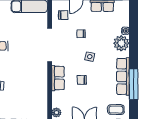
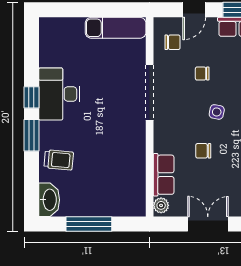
row of seats: (58, 78) -> (164, 175), moved

